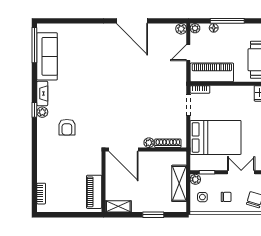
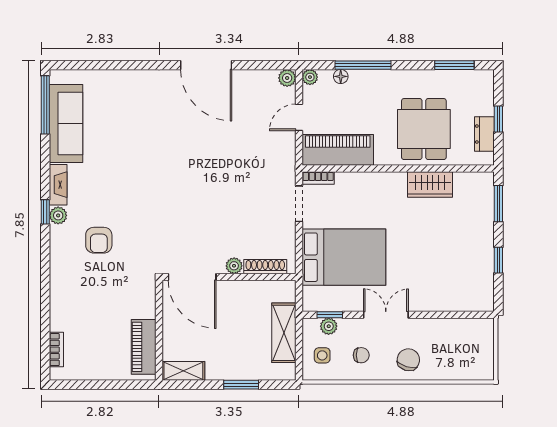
plant: (195, 179) -> (329, 326), moved

